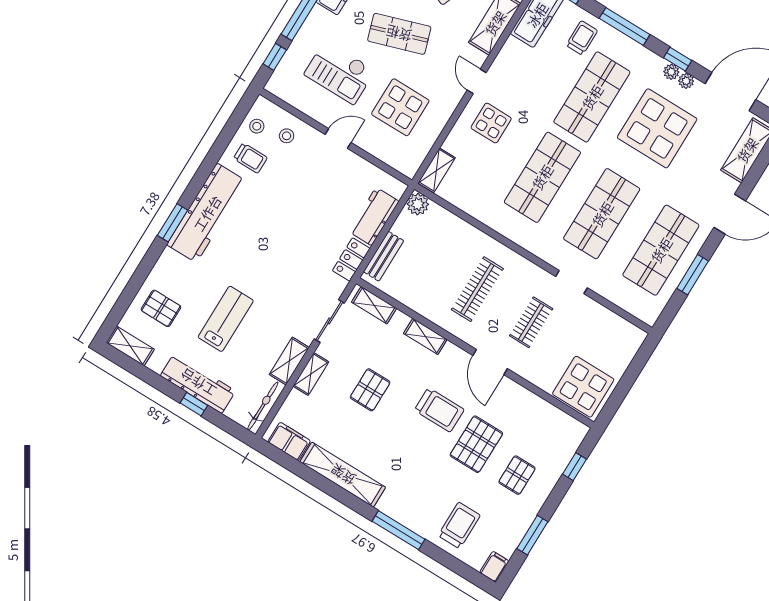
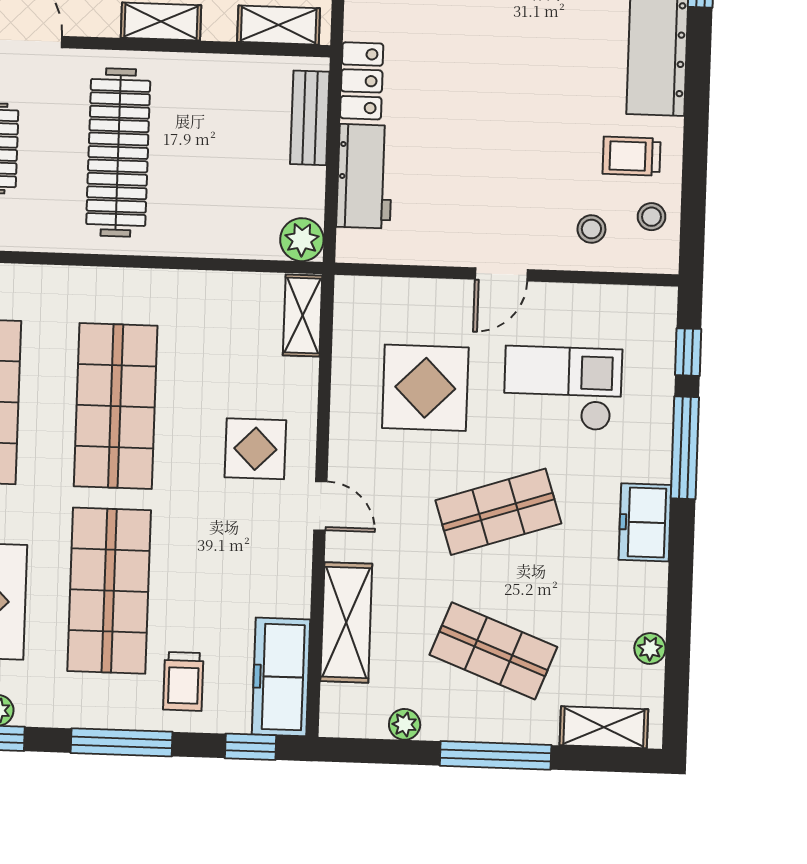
clothes rail: (477, 289) -> (118, 152), width x1.37, depth x1.31

